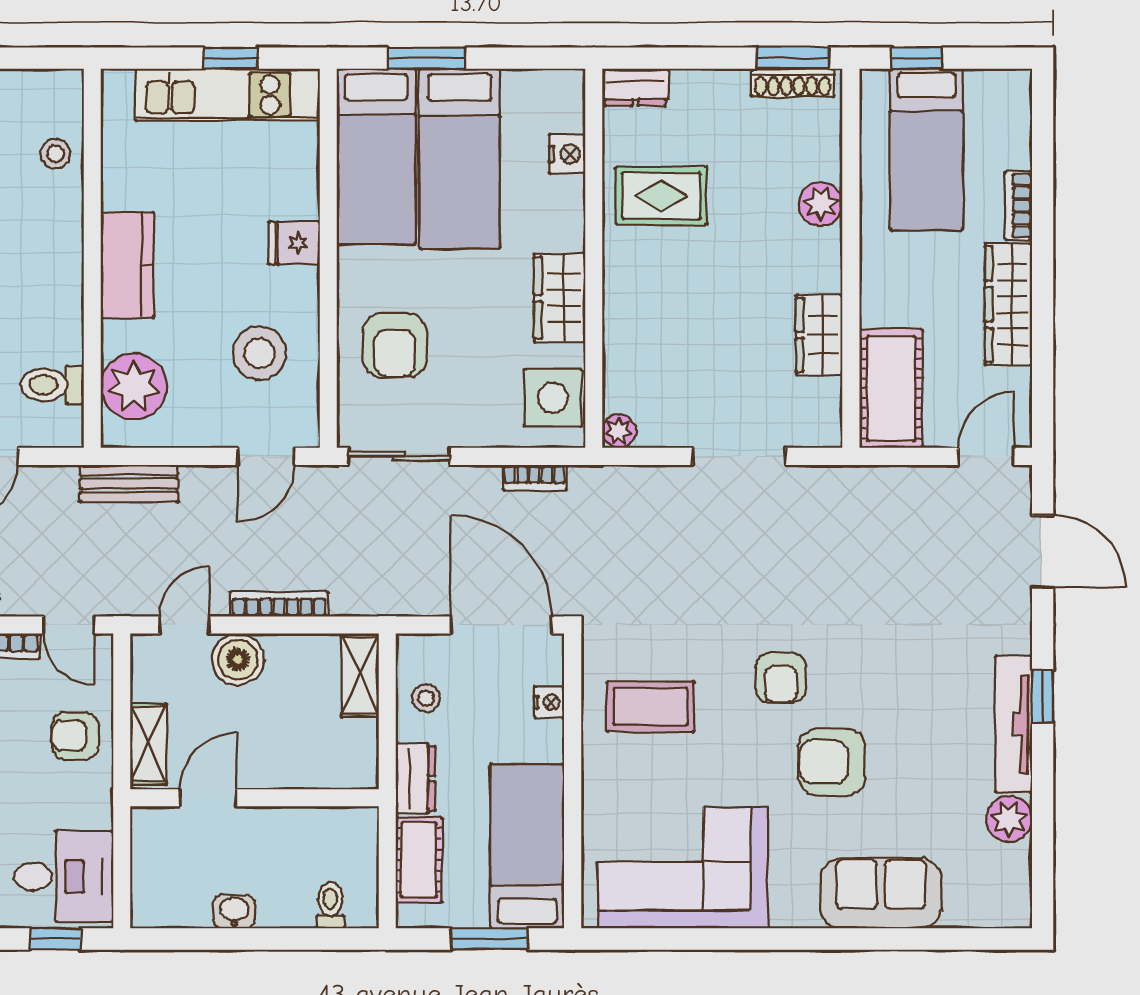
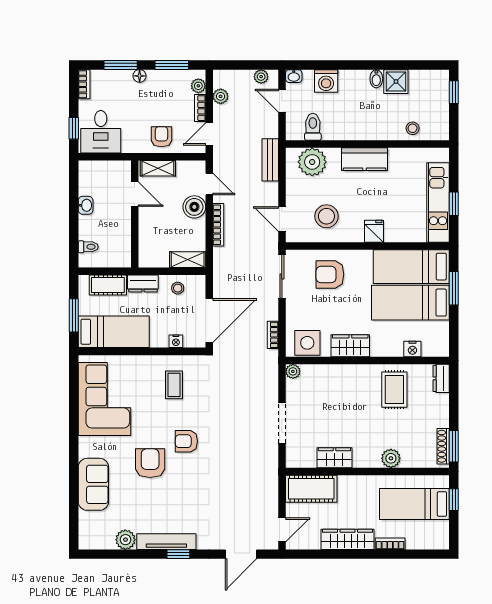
door: (986, 456) -> (282, 530), hinge flipped
coffee table: (650, 707) -> (174, 385), width x0.73, depth x0.77

